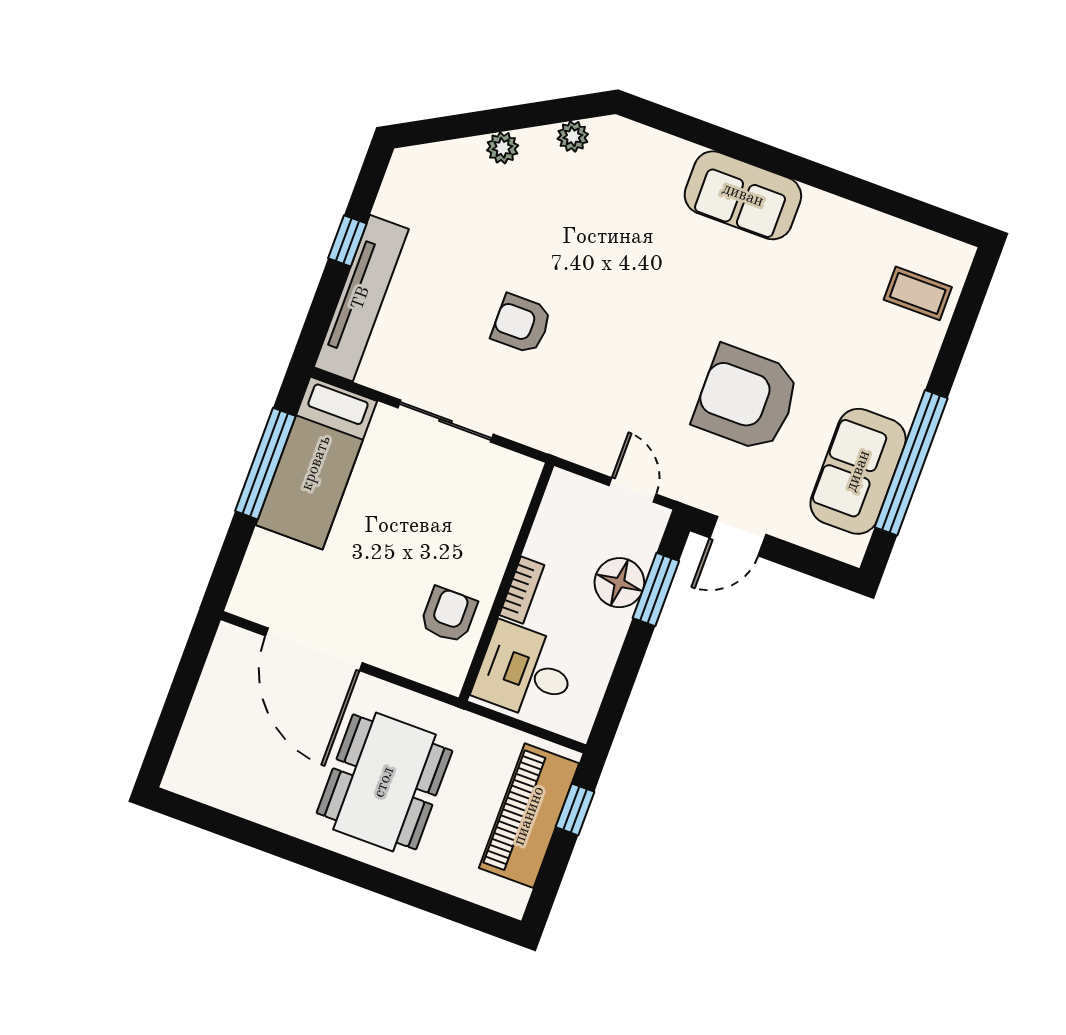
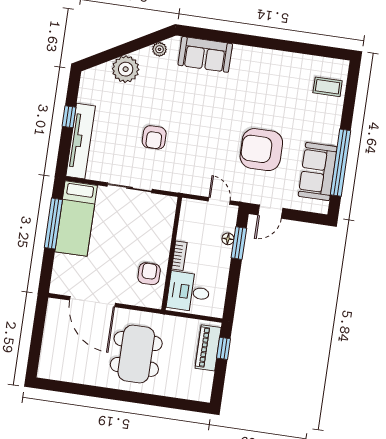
plant: (503, 148) -> (126, 69), width x1.88, depth x1.88
sofa: (743, 195) -> (205, 54), moved
armchair: (521, 324) -> (154, 137), turned -90
floor lamp: (619, 583) -> (228, 239), width x0.53, depth x0.53
piano: (529, 816) -> (208, 348), width x0.73, depth x0.75

